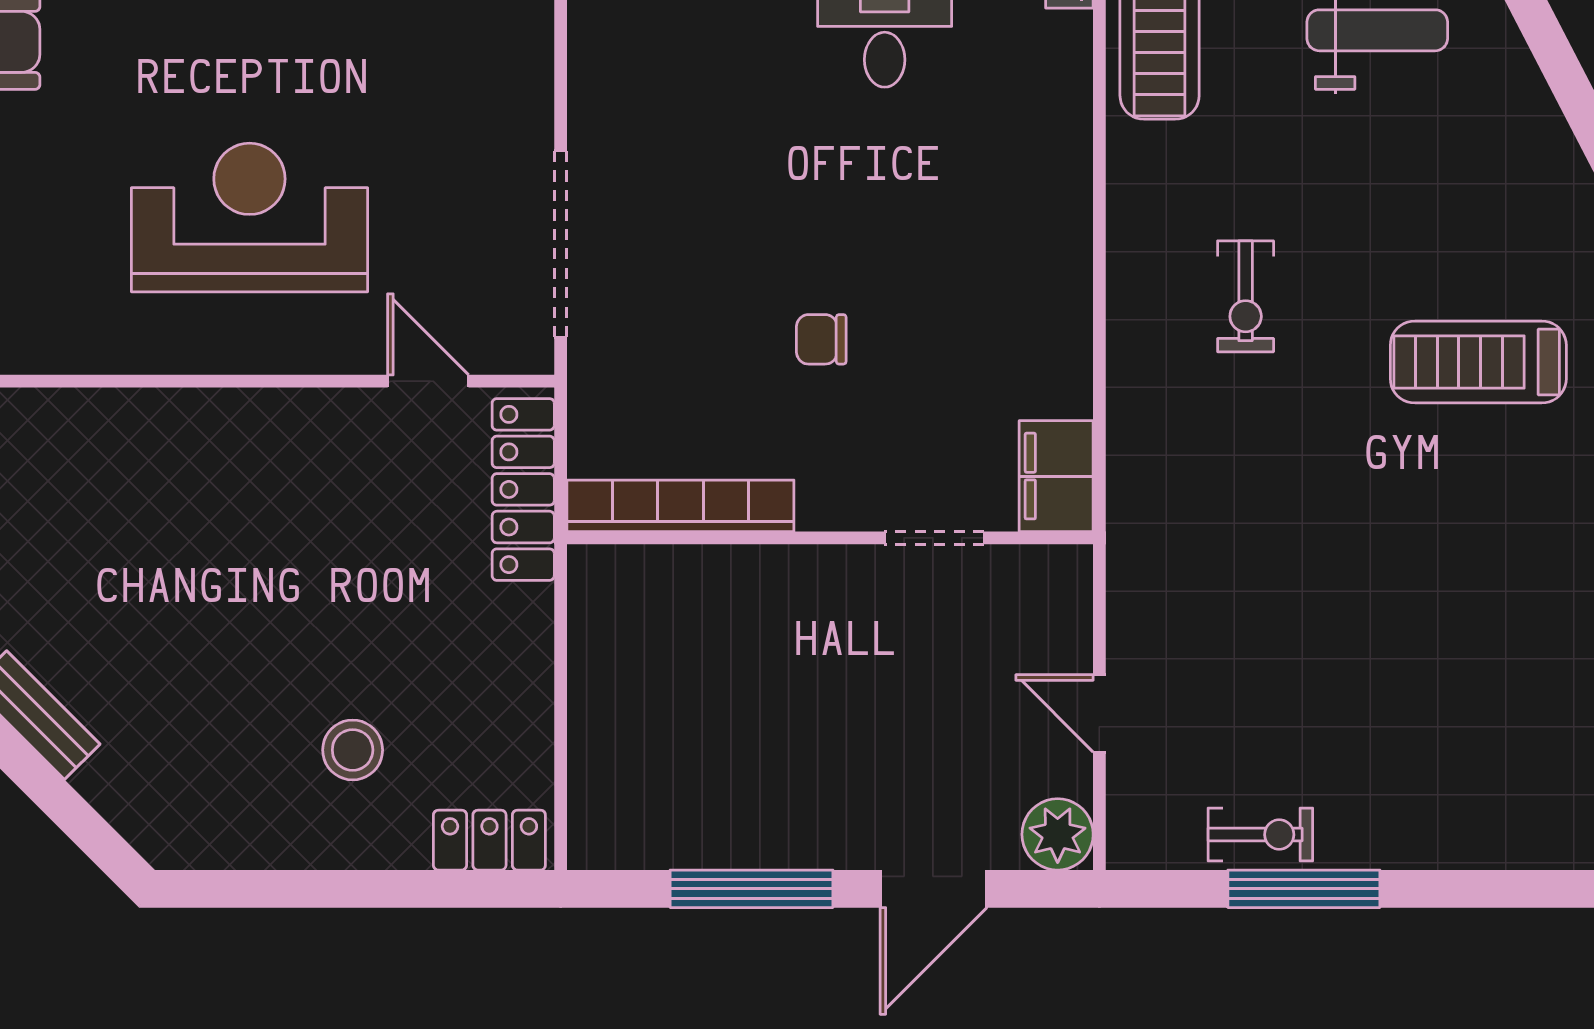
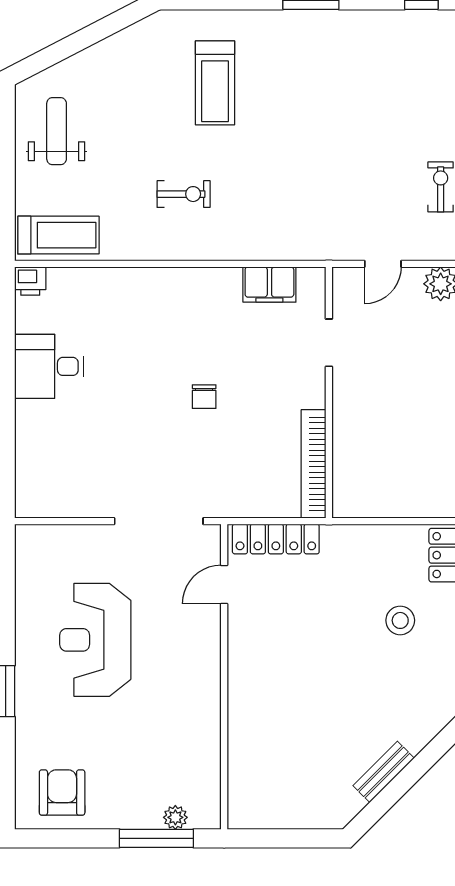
reception desk: (249, 217) -> (95, 640), moved
bookcase: (680, 506) -> (314, 464), moved
wall: (830, 538) -> (329, 392), moved
doorway: (934, 538) -> (329, 343), moved

